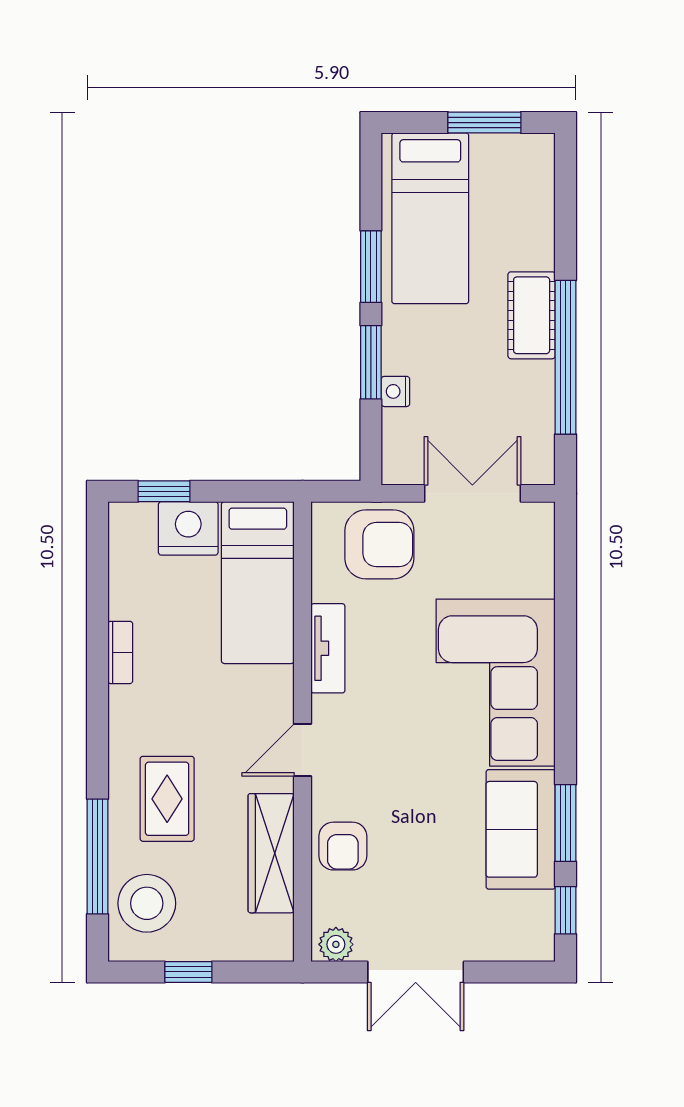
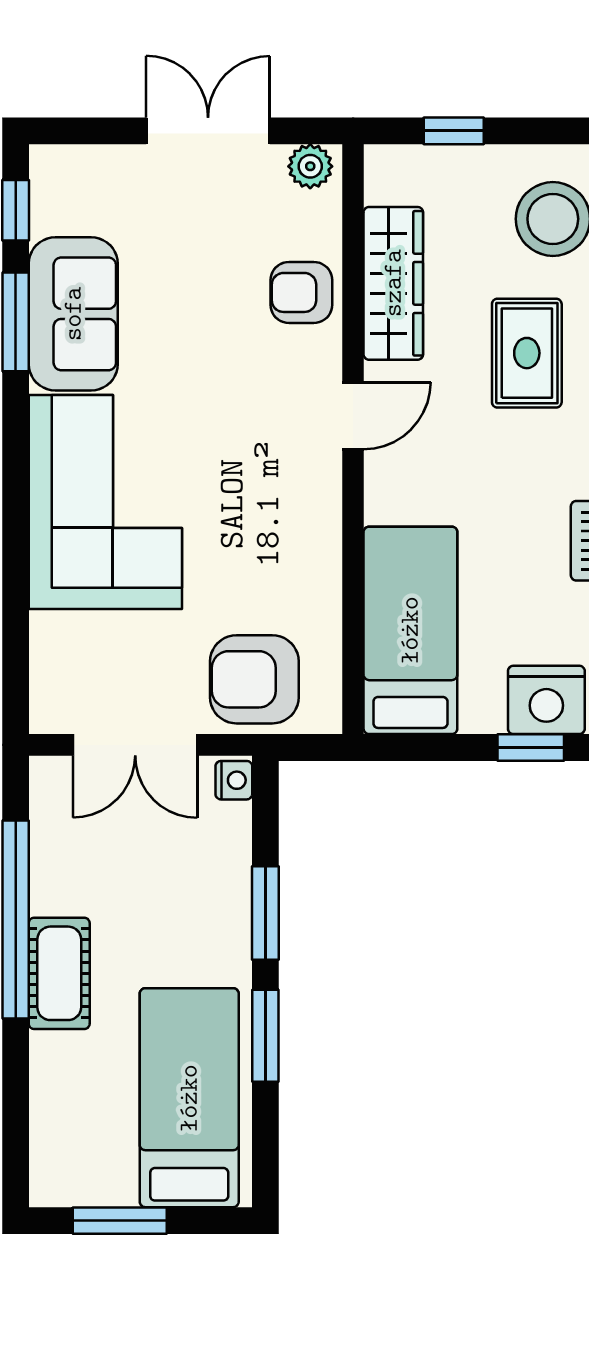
nightstand: (395, 391) -> (234, 780), moved
nightstand: (188, 528) -> (546, 700), moved
tv unit: (328, 648) -> (321, 546), removed
armchair: (343, 846) -> (301, 292), turned -90
window: (188, 972) -> (454, 131), moved

